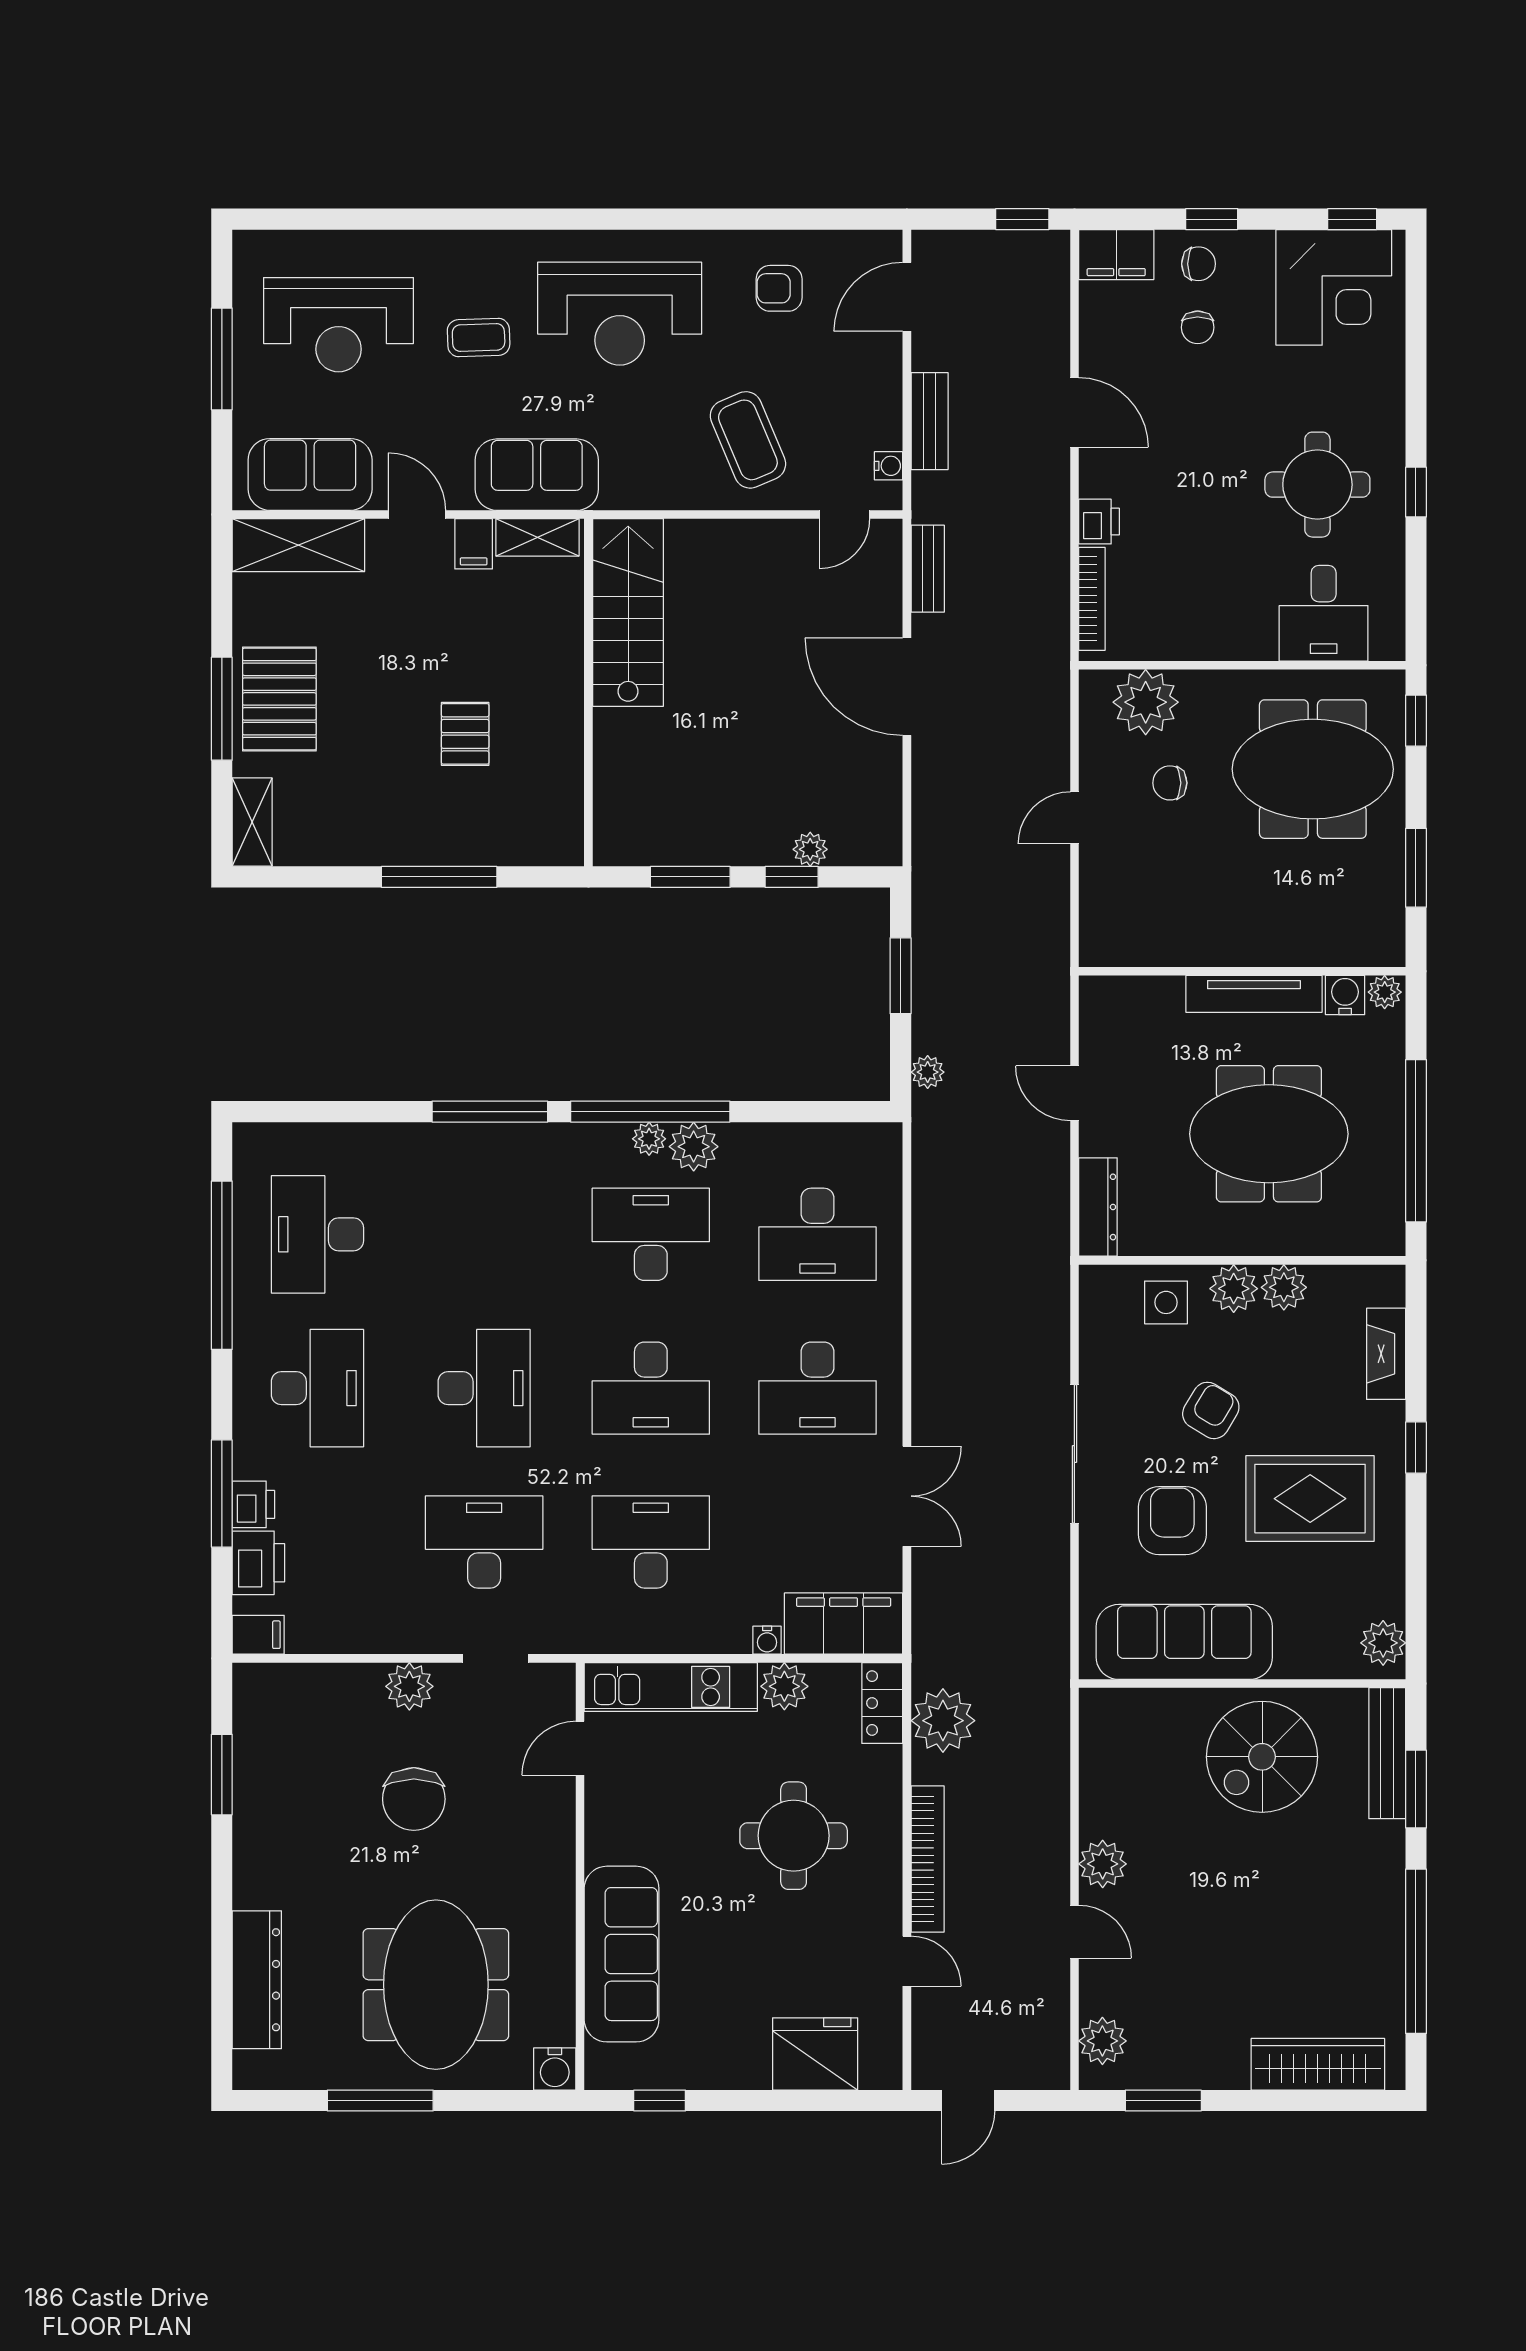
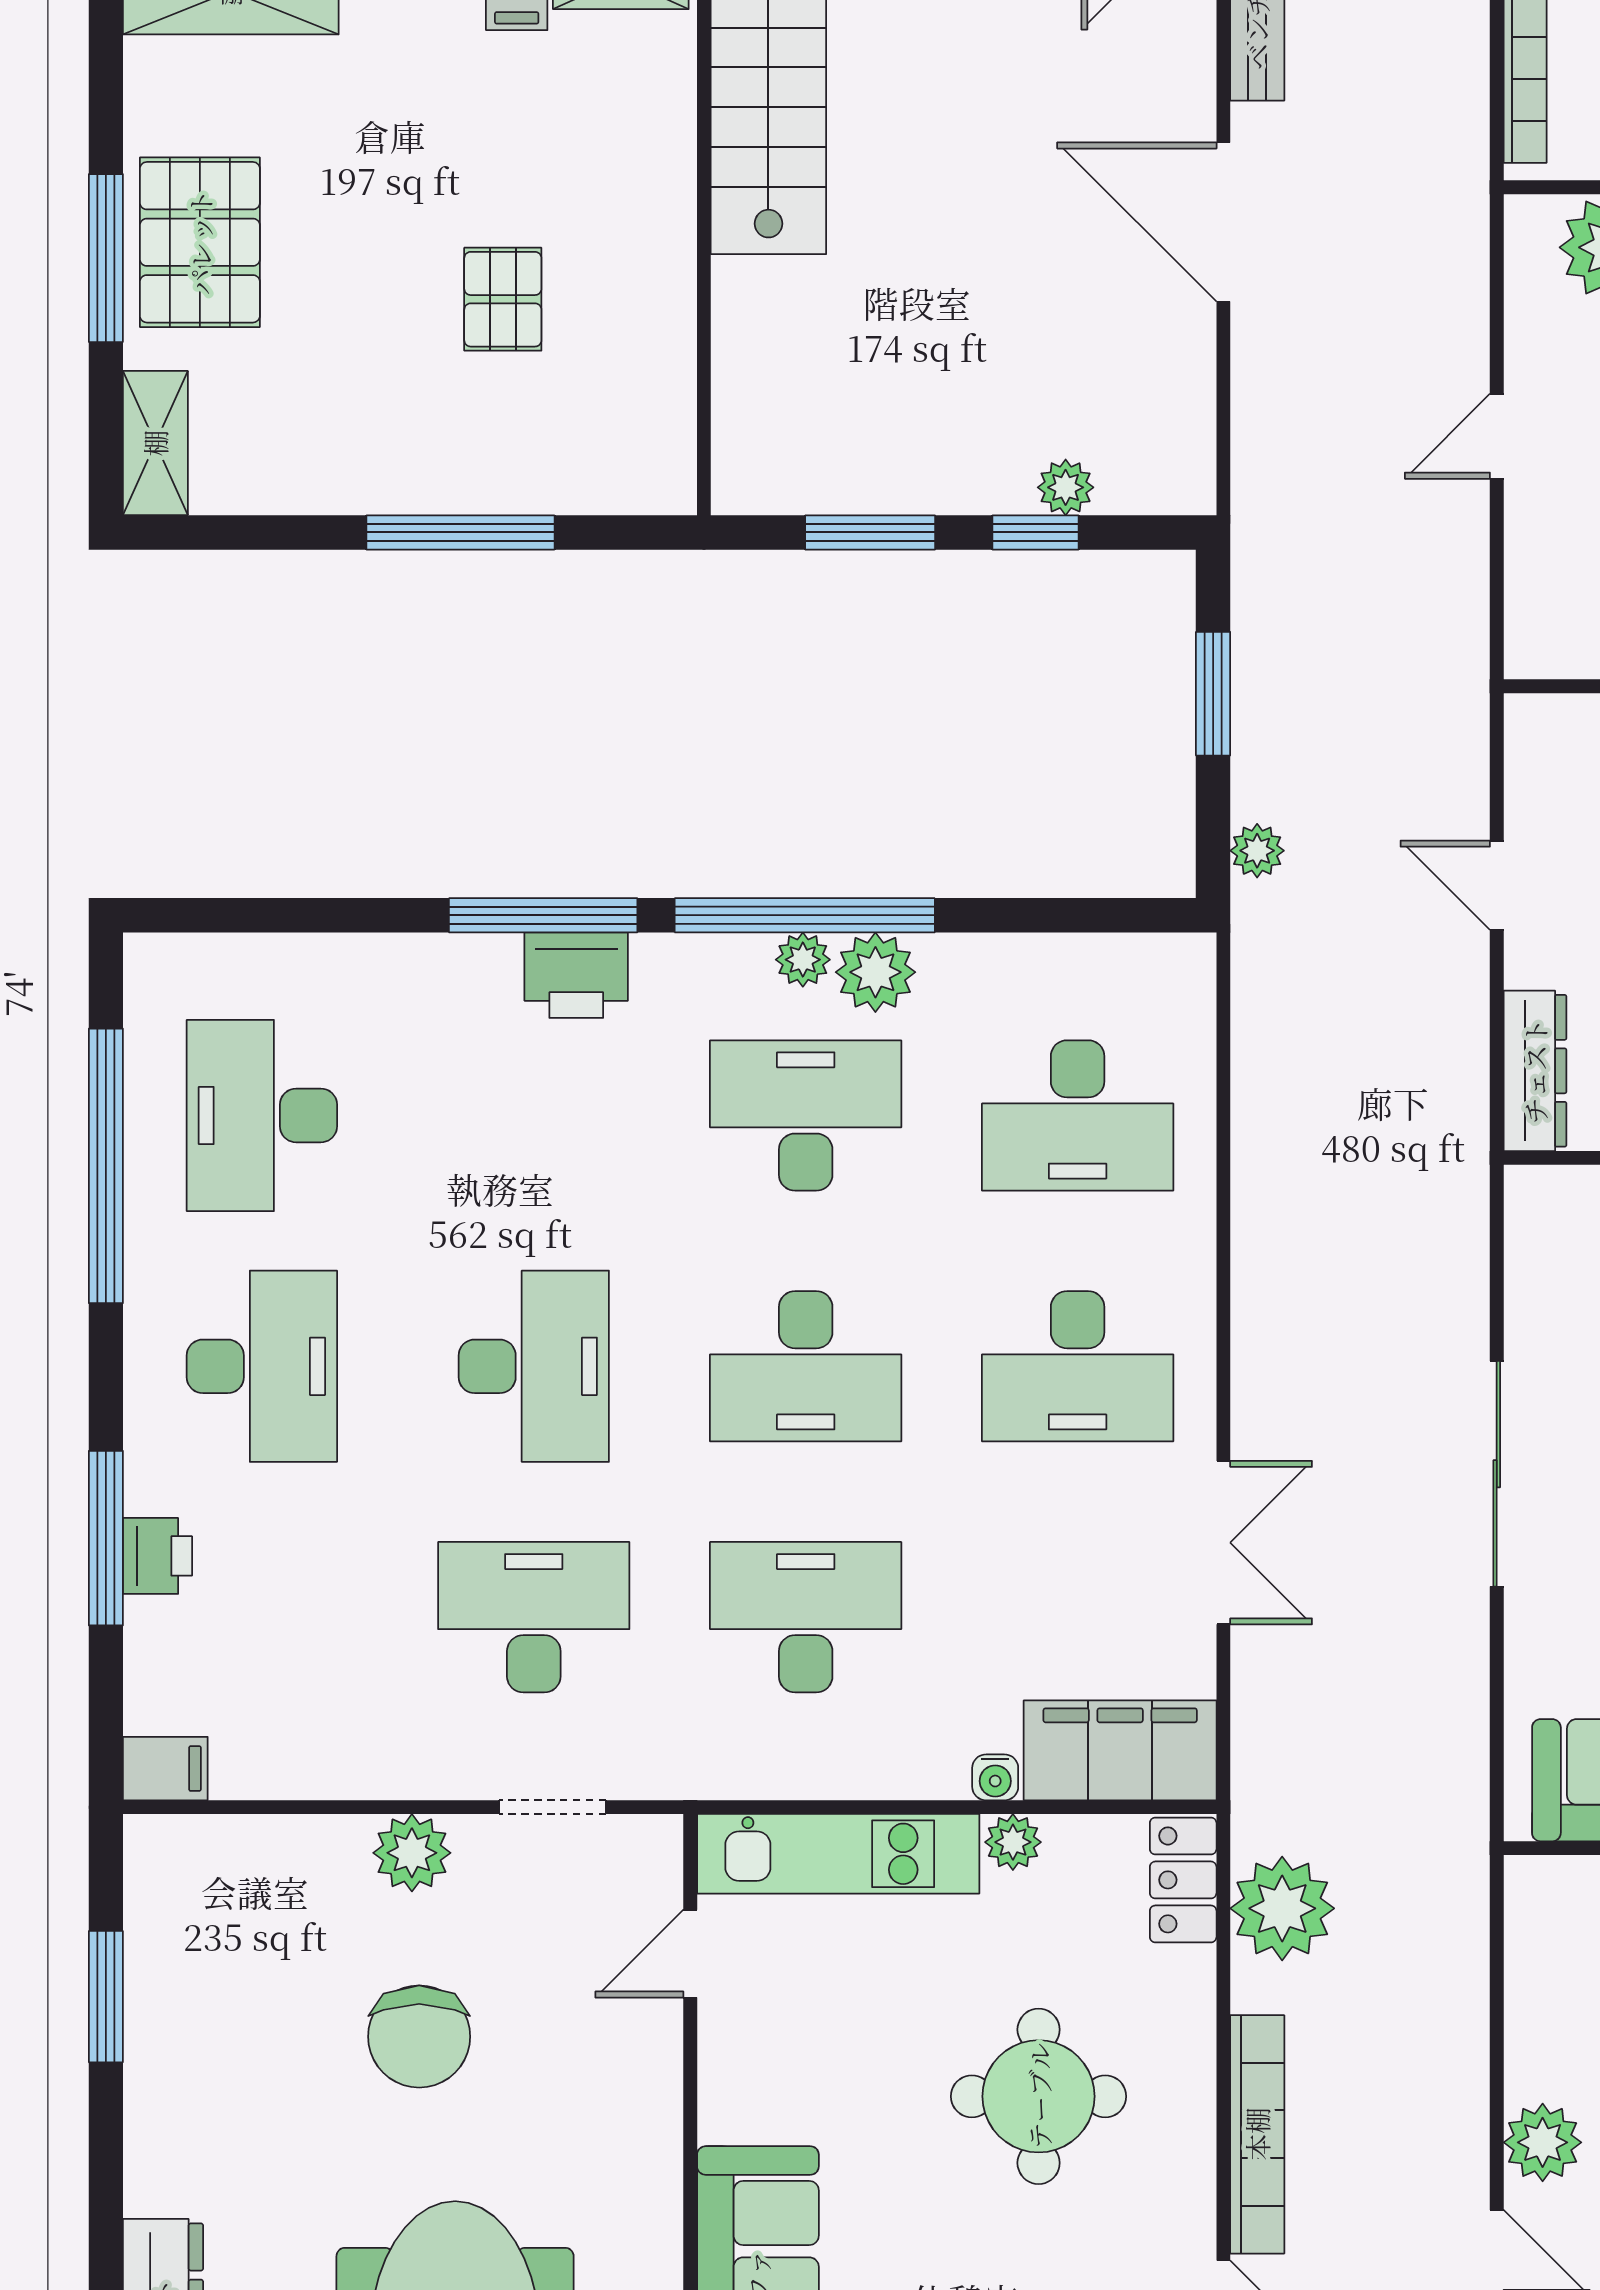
printer: (258, 1563) -> (576, 975), moved, turned 90
plant: (784, 1686) -> (1013, 1842), width x0.73, depth x0.73

